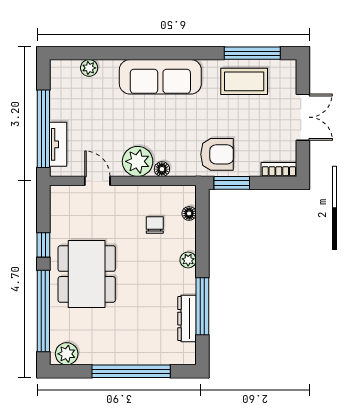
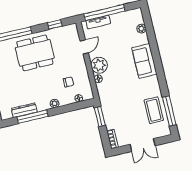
sofa: (160, 77) -> (144, 61), width x0.73
armchair: (217, 154) -> (113, 105), removed
window: (43, 245) -> (55, 24), moved

